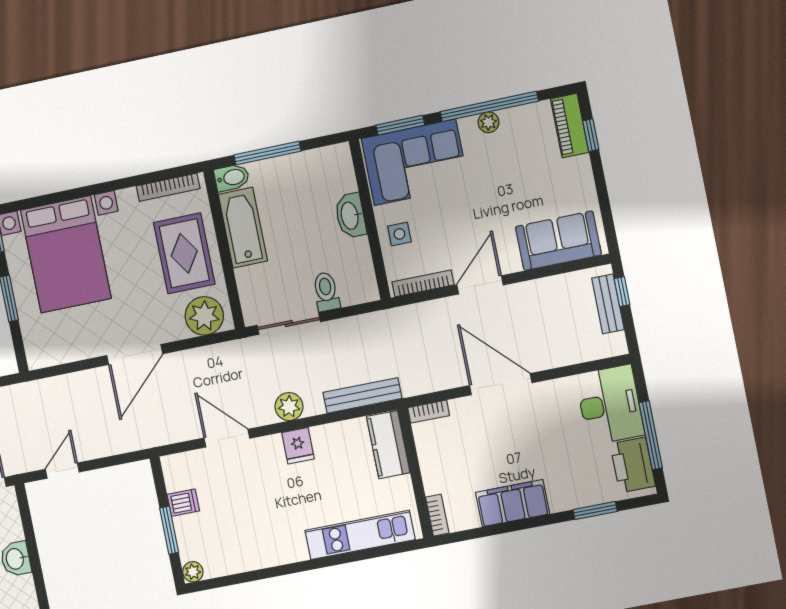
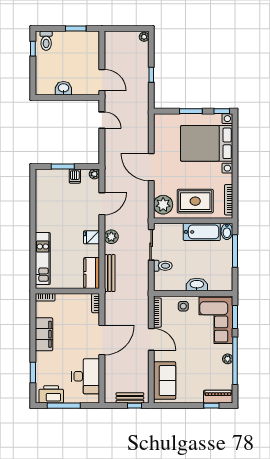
desk: (610, 405) -> (86, 376), moved, turned -90
kitchen counter: (388, 445) -> (92, 273), moved, turned -90
plant: (193, 572) -> (94, 174), moved

